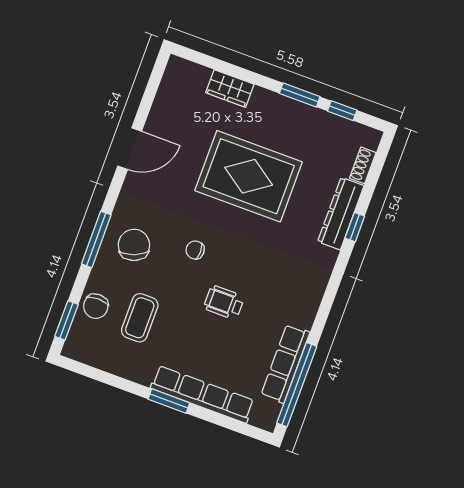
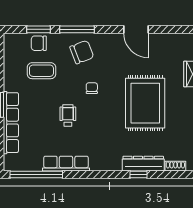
window: (66, 320) -> (38, 29), moved
row of seats: (285, 364) -> (66, 164), moved

